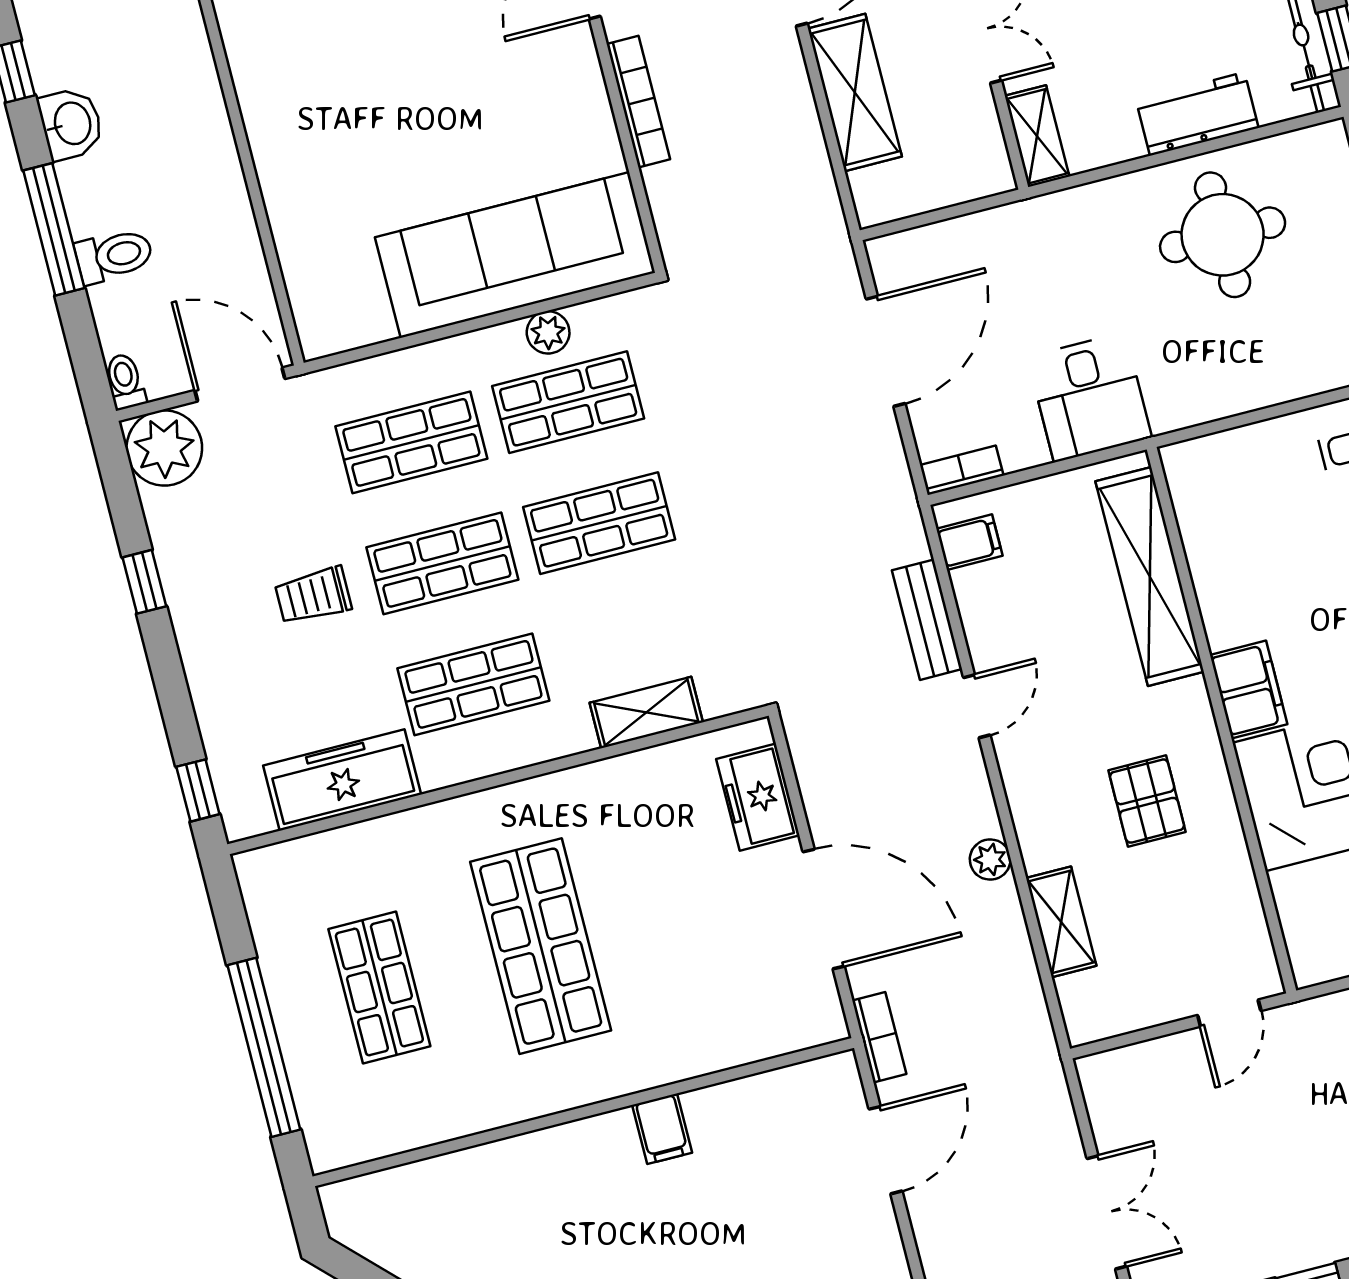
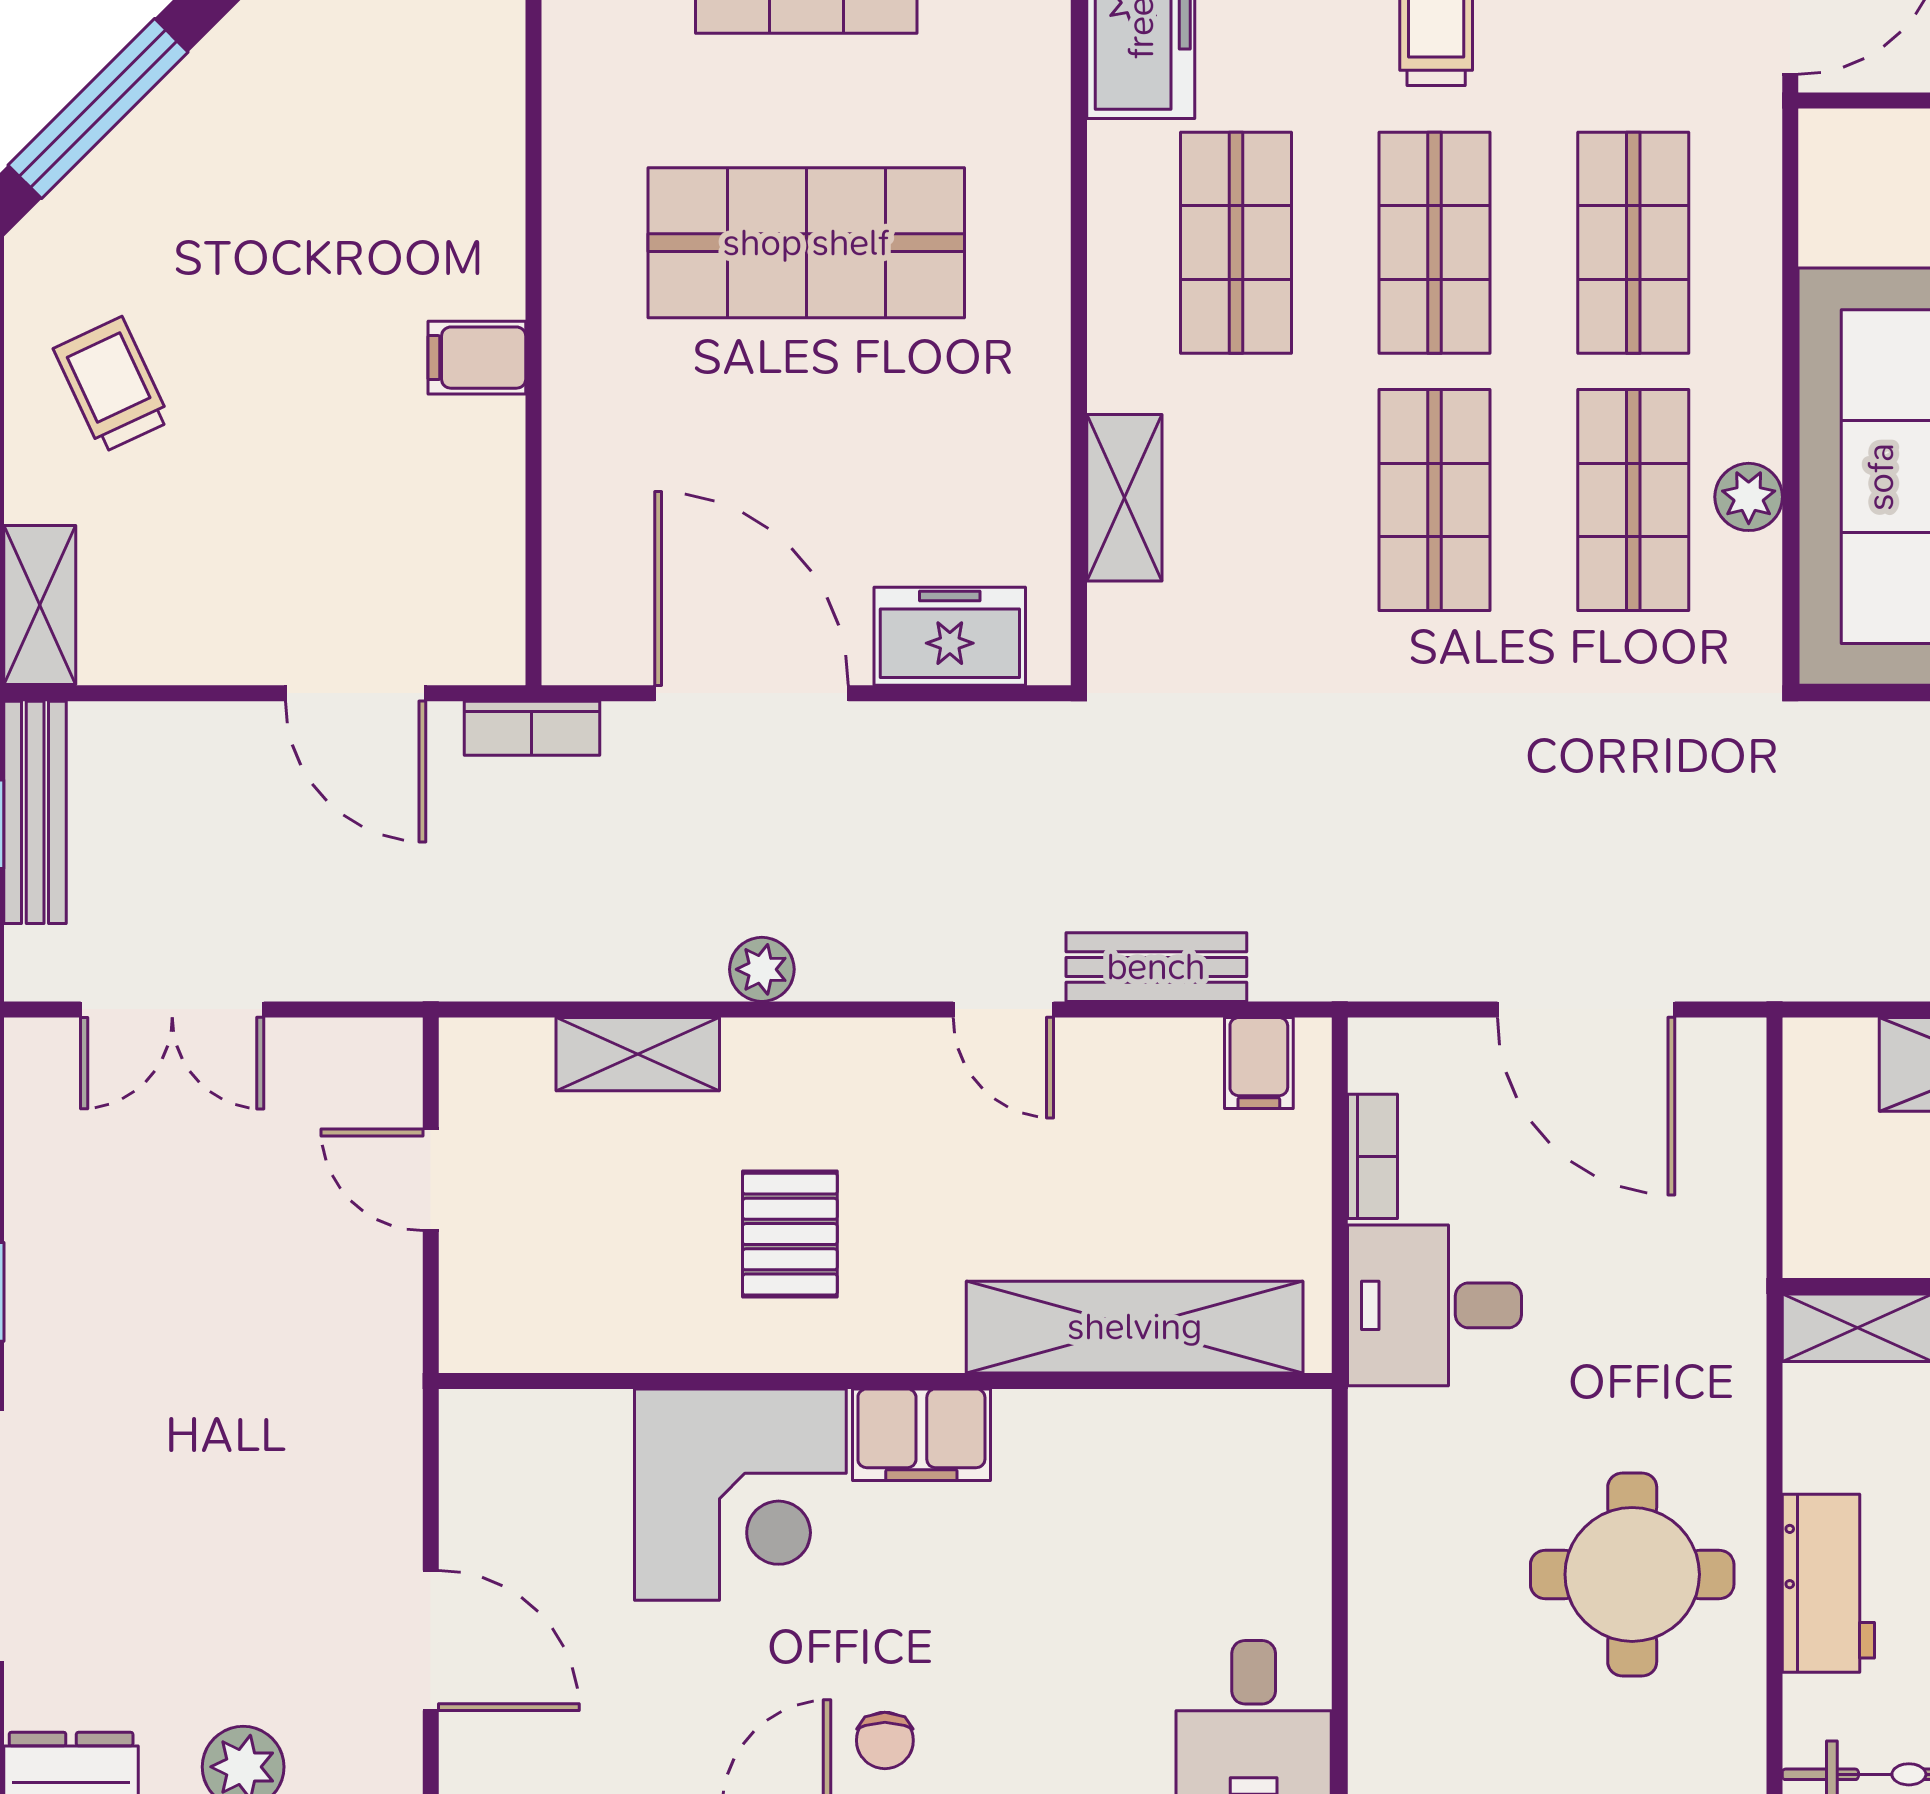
bookcase: (962, 470) -> (1373, 1156), moved
pallet: (1147, 801) -> (790, 1234), turned 90
door: (824, 909) -> (751, 693), swing flipped
door: (1229, 1013) -> (431, 1180), moved

